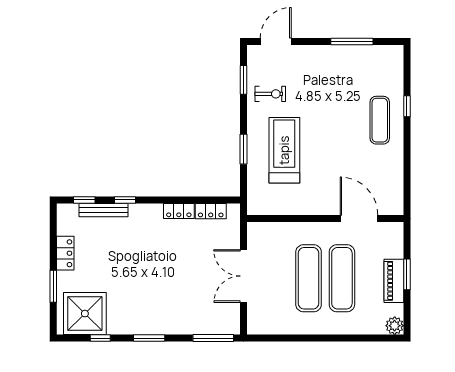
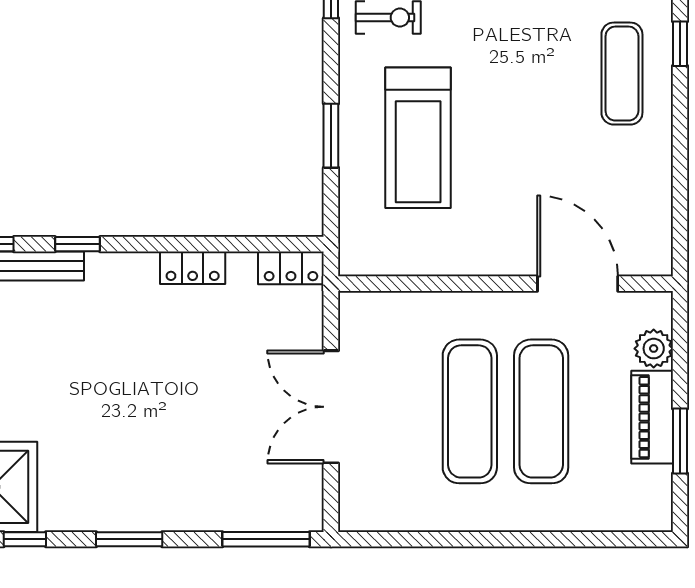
treadmill: (284, 150) -> (418, 138), turned 180
locker: (211, 211) -> (291, 268), moved
window: (407, 274) -> (680, 441), moved
plant: (395, 326) -> (654, 349), moved

